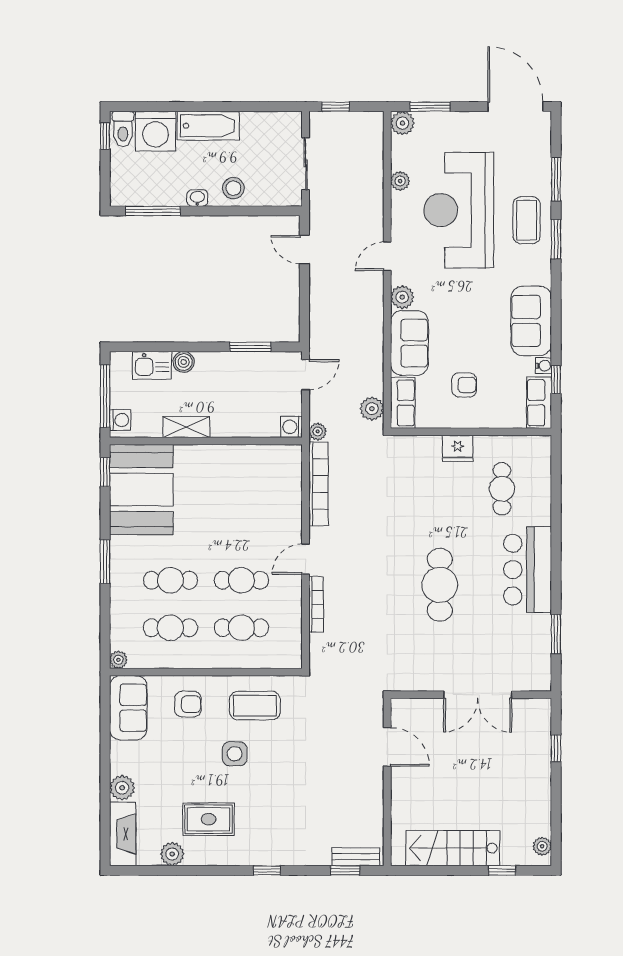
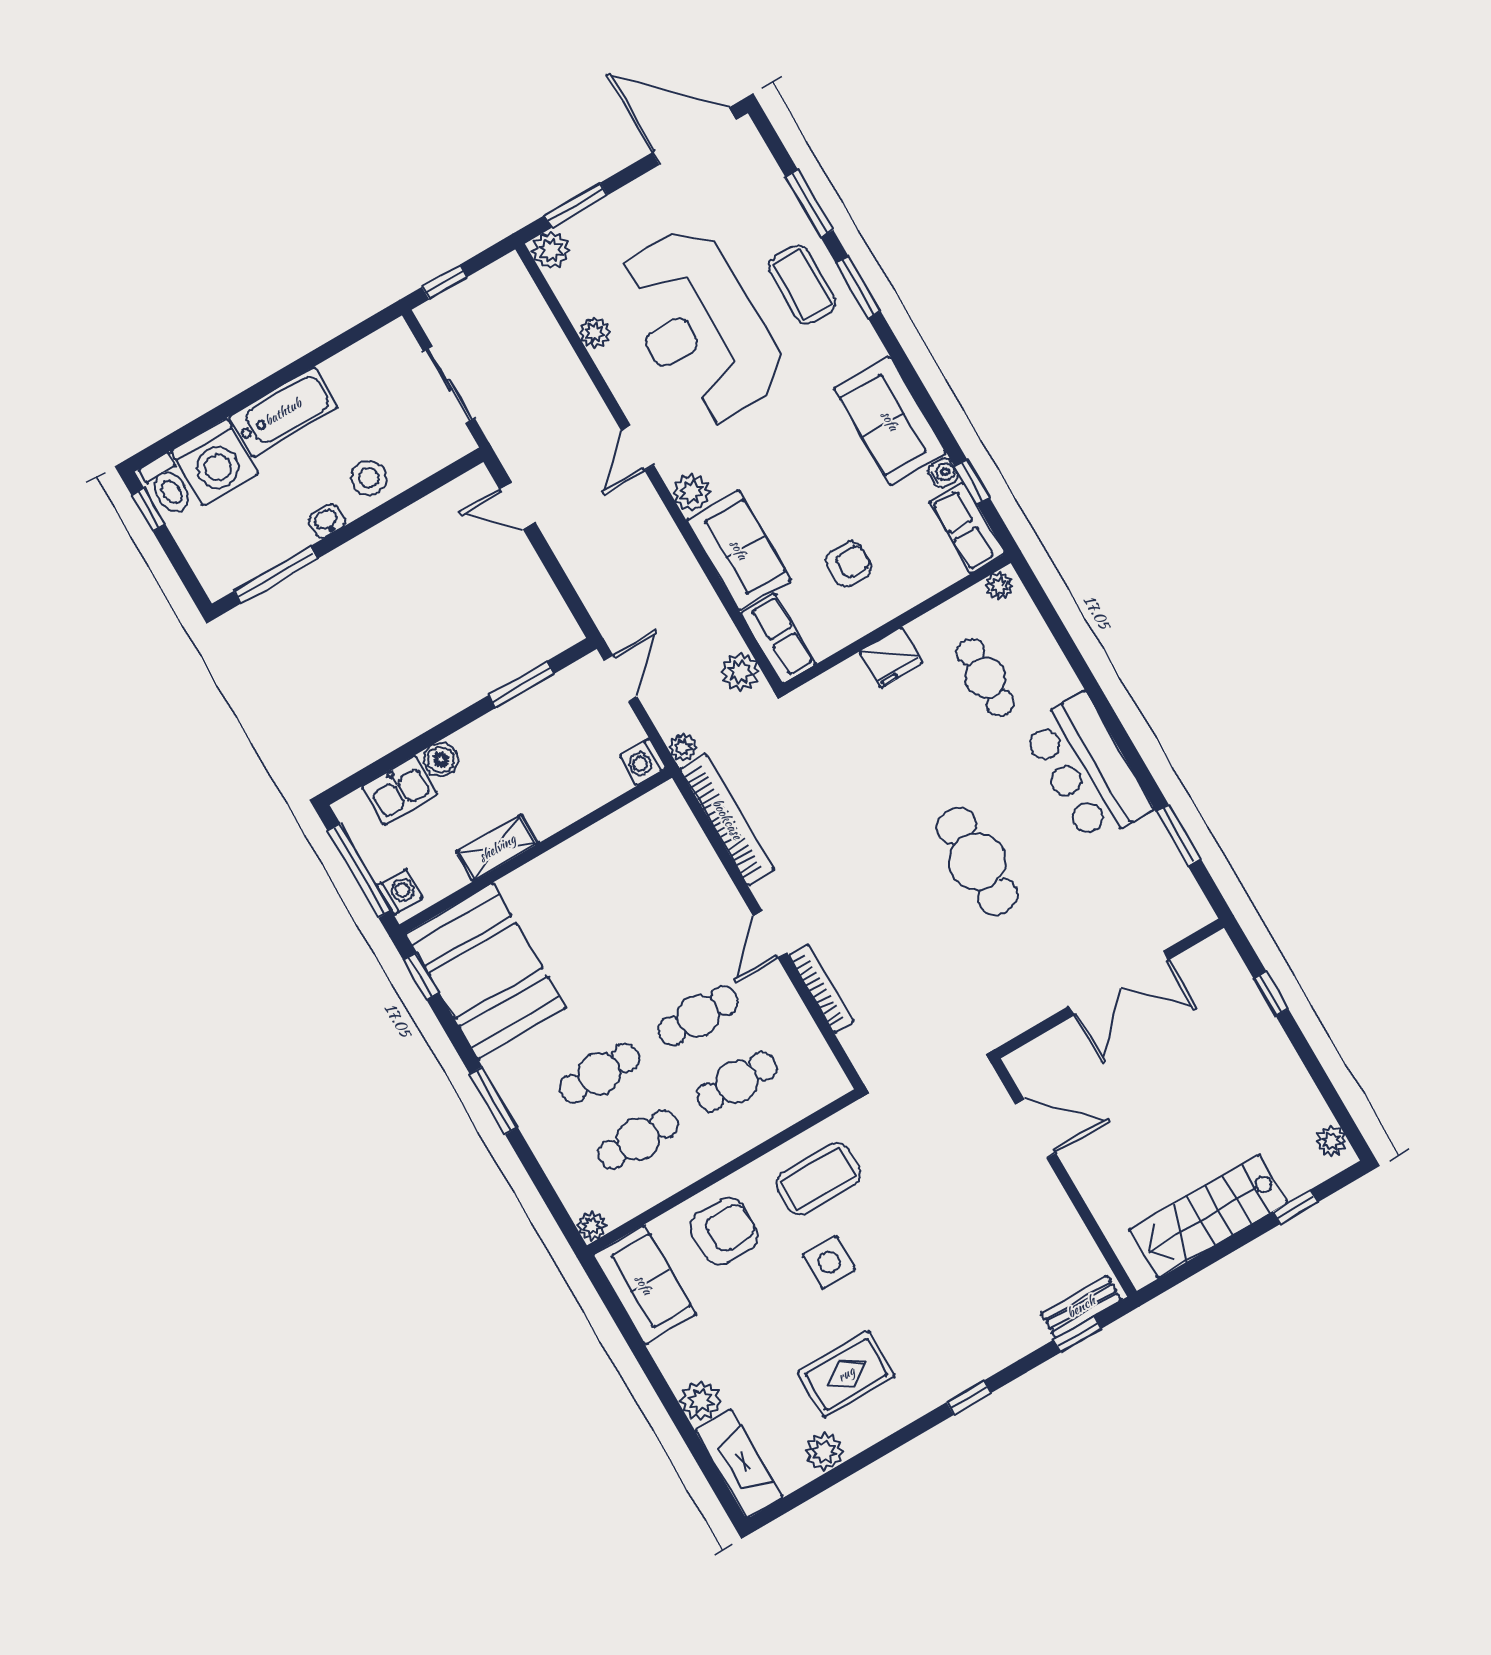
plant: (538, 444) -> (999, 586), added
armchair: (188, 704) -> (724, 1231), width x1.38, depth x1.38

